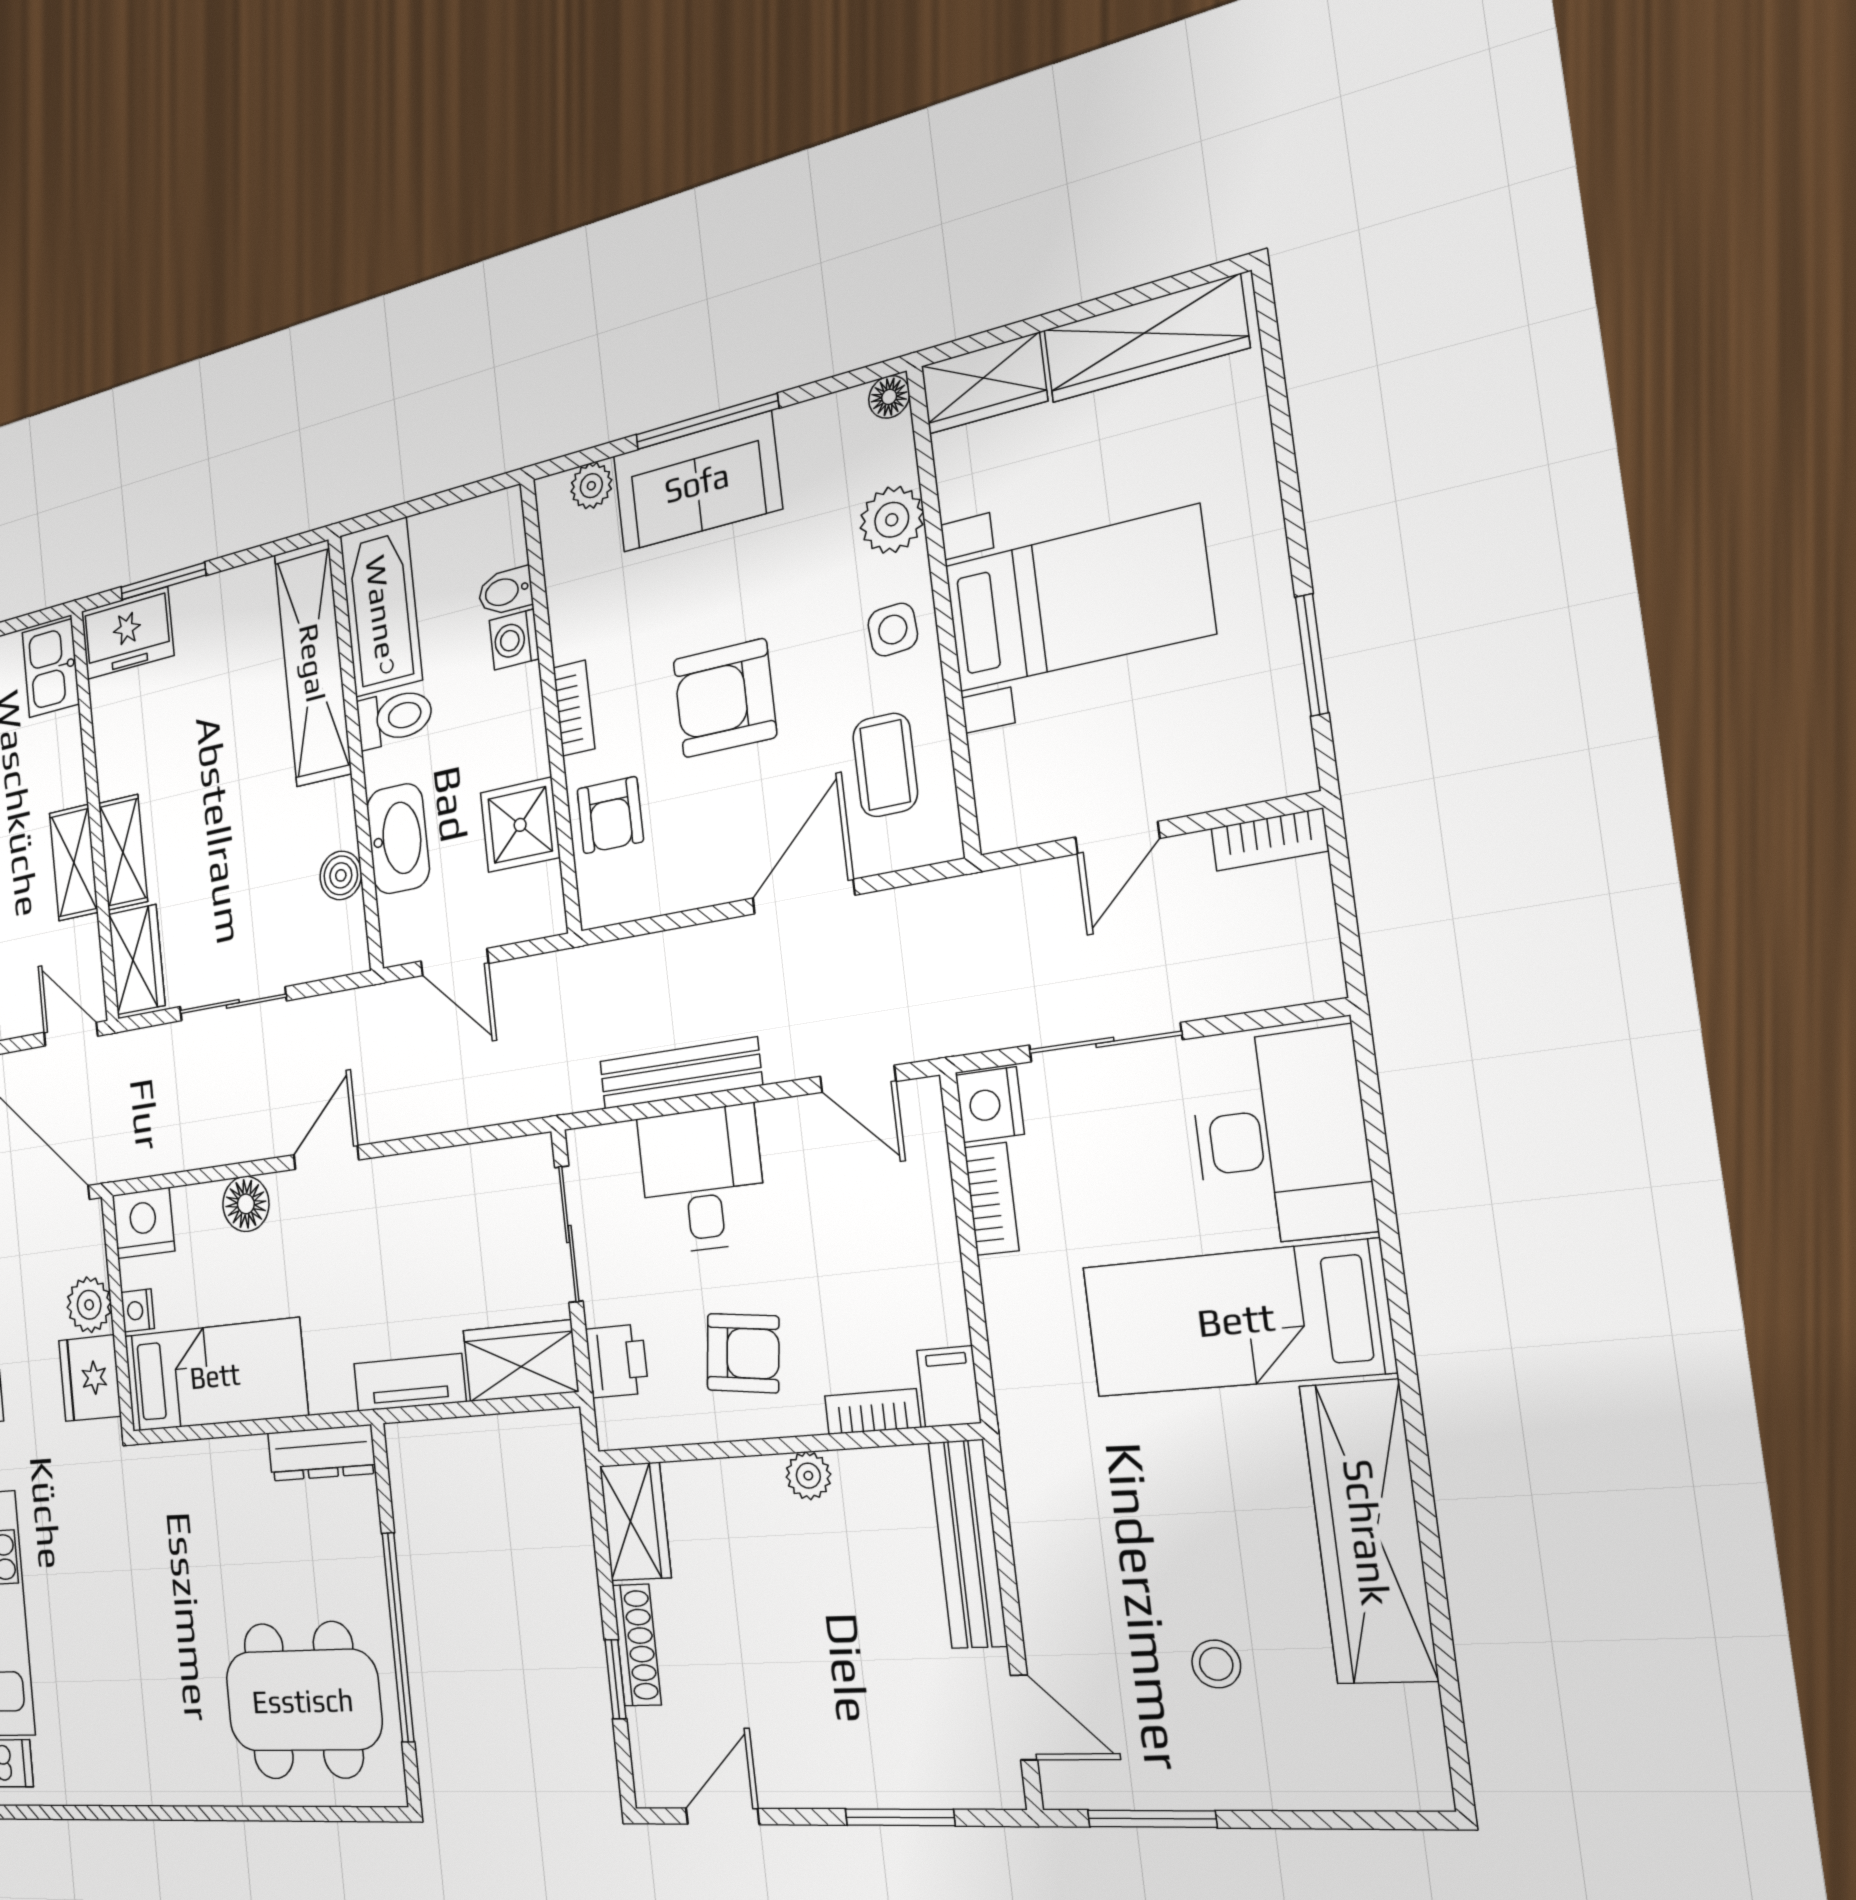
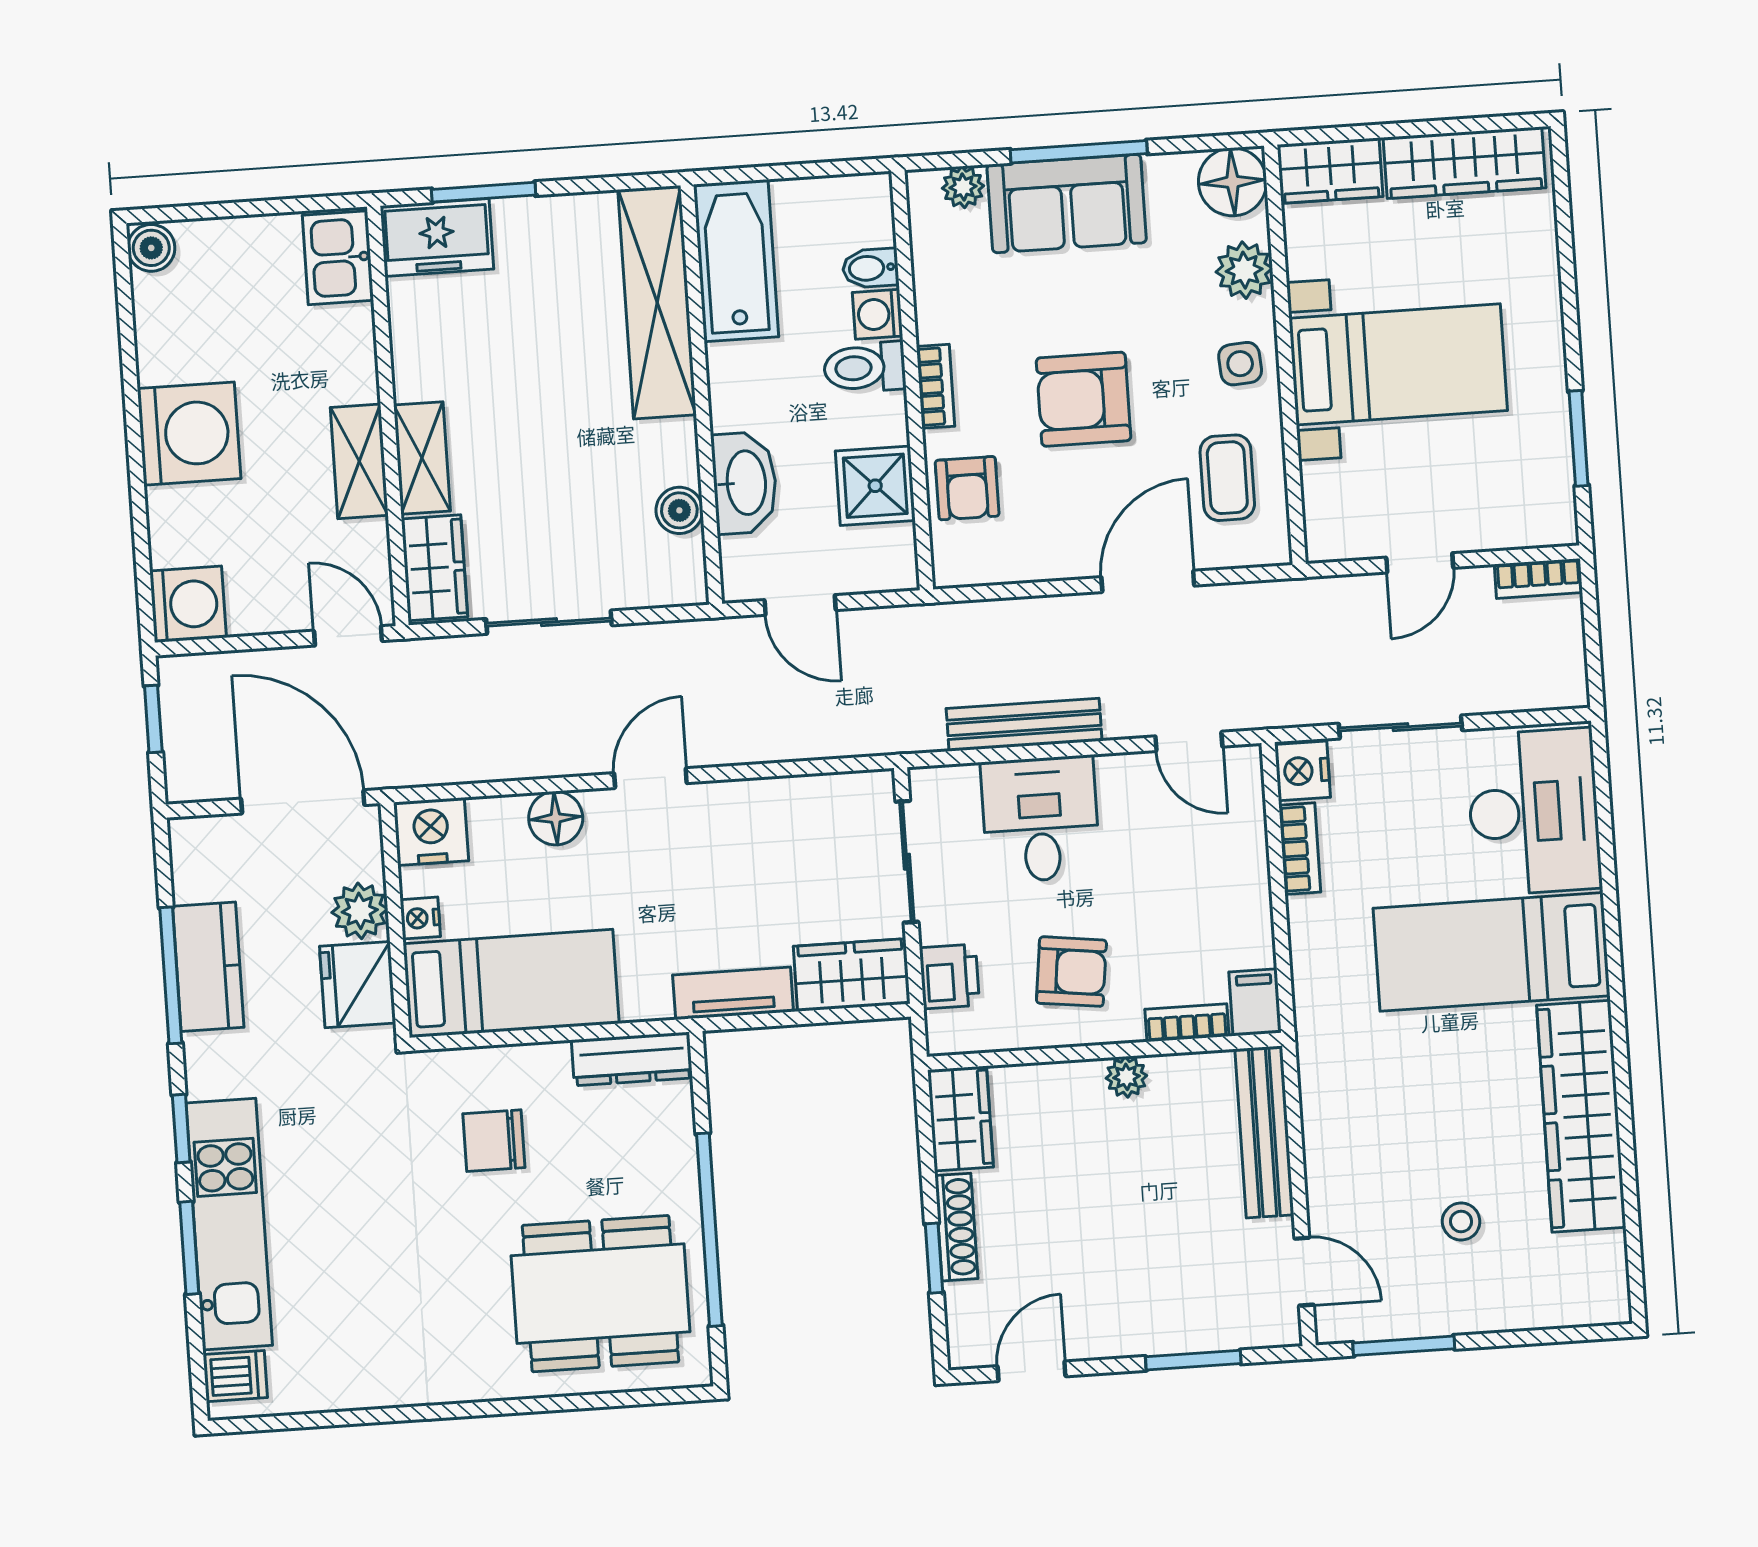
floor lamp: (889, 397) -> (1233, 182), width x1.89, depth x1.89
toilet: (395, 718) -> (865, 367), moved, turned 180
chair: (206, 1537) -> (494, 1141), added

